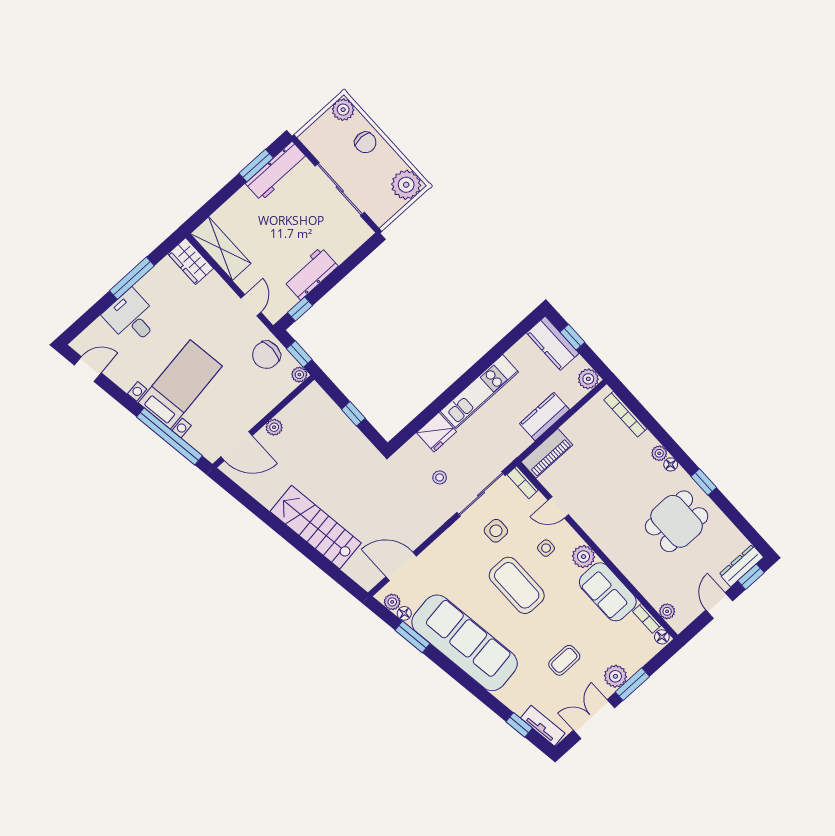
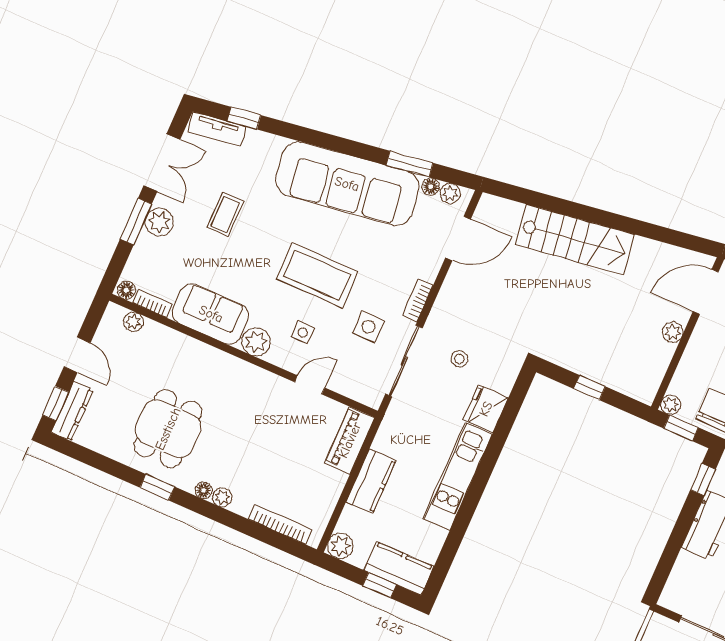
bookcase: (523, 482) -> (418, 300), moved, turned -90

